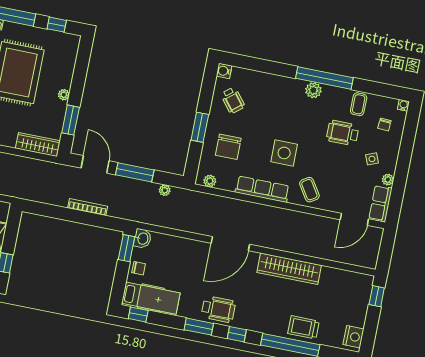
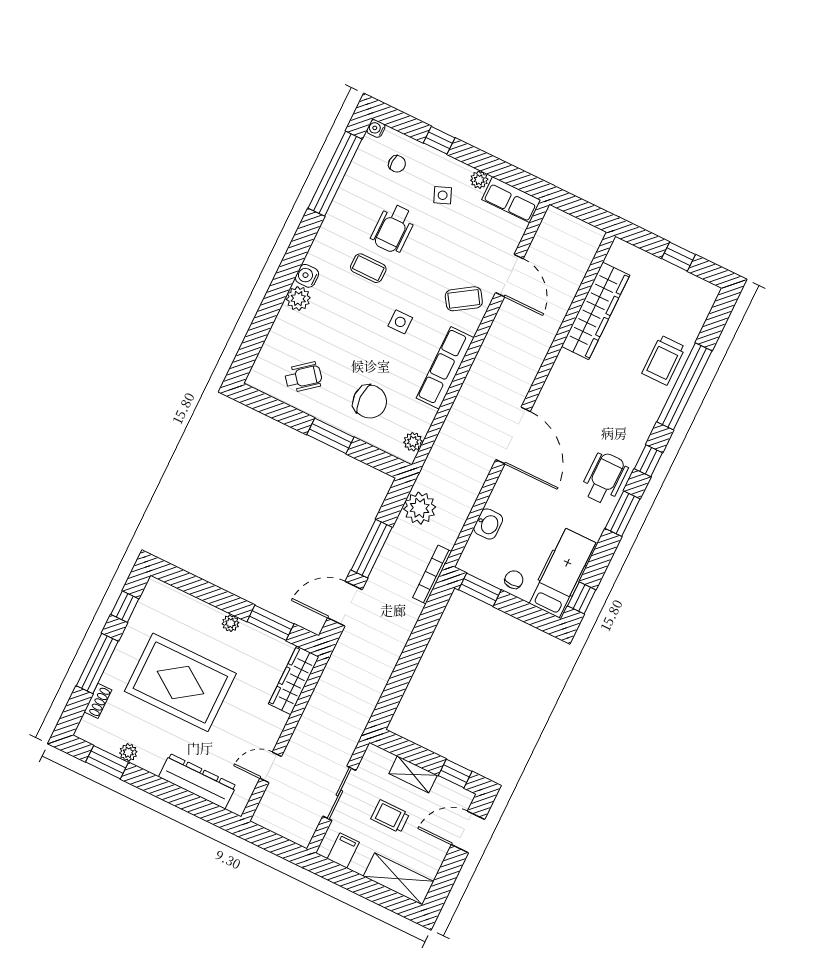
water cooler: (224, 71) -> (307, 276), moved, turned 90
window: (324, 78) -> (335, 174), moved
plant: (313, 90) -> (298, 299), moved
coffee table: (359, 104) -> (368, 268), moved
window: (406, 148) -> (439, 140), added
side table: (284, 153) -> (400, 322), width x0.54, depth x0.54
plant: (165, 190) -> (420, 508), width x1.88, depth x1.88
bookcase: (88, 207) -> (432, 575), moved
door: (354, 219) -> (509, 276), moved
washbasin: (142, 239) -> (488, 524), moved, turned 90
wardrobe: (289, 269) -> (596, 311), moved
window: (377, 296) -> (679, 257), moved
nightstand: (354, 337) -> (697, 290), removed

